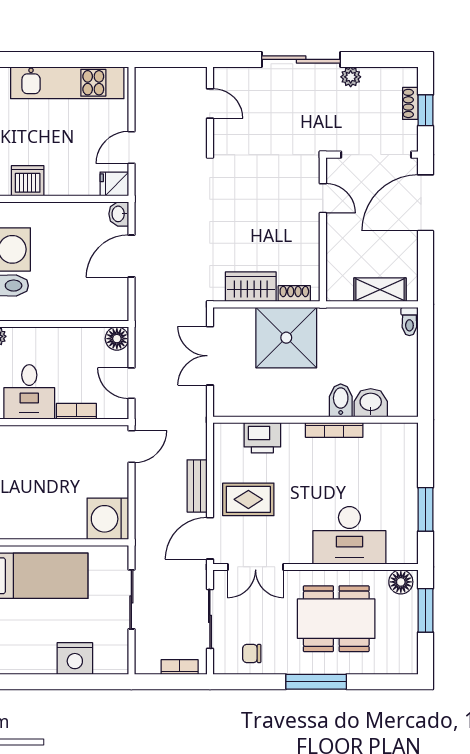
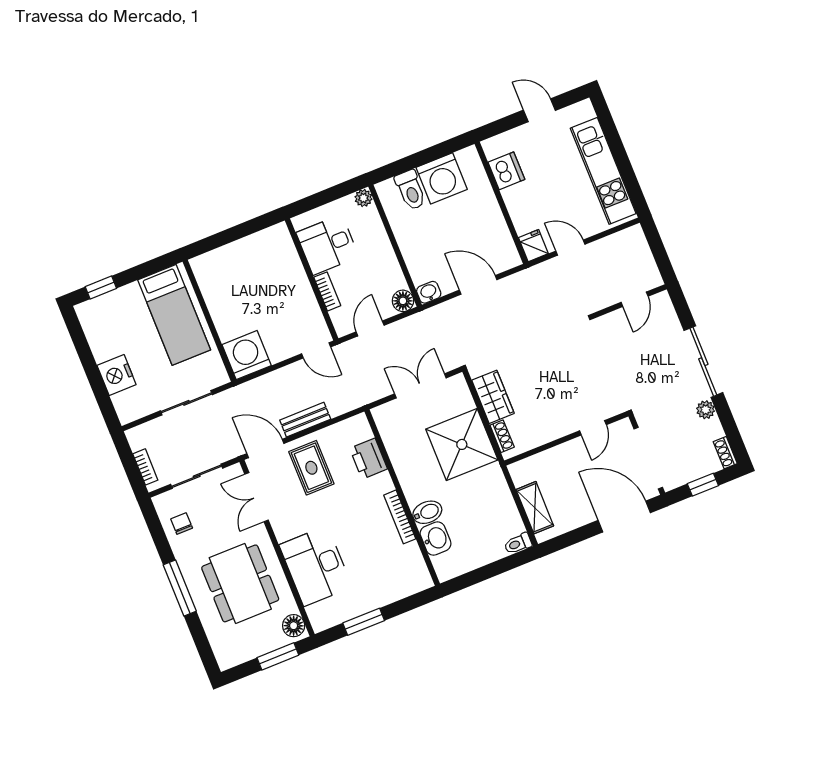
shoe rack: (410, 103) -> (725, 453), moved, turned -90
washbasin: (119, 214) -> (429, 292), moved

